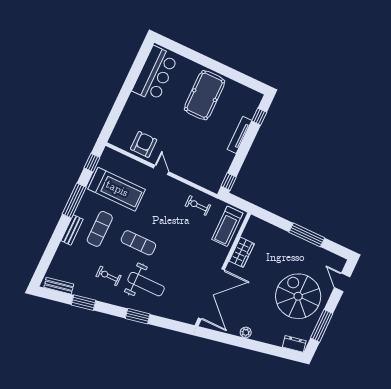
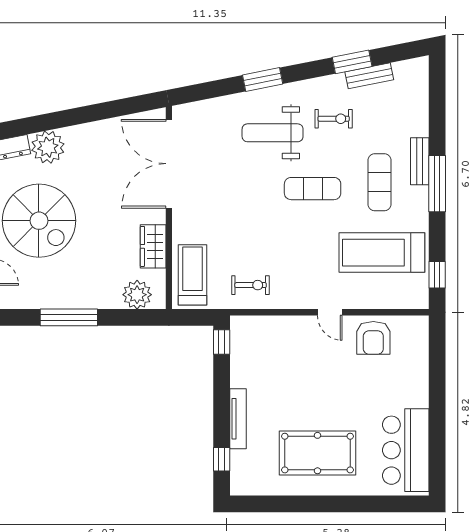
pool table: (205, 95) -> (317, 453), turned 90
window: (74, 201) -> (437, 184), moved
plant: (263, 230) -> (137, 295), added
bench: (59, 286) -> (369, 76), moved
plant: (246, 332) -> (48, 147), moved, width x1.88, depth x1.88

